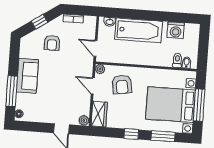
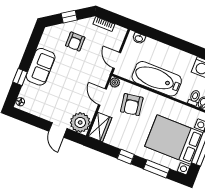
bathtub: (139, 30) -> (157, 79), moved, turned 180
window: (12, 91) -> (20, 77), width x0.46
plant: (84, 120) -> (80, 122), width x1.88, depth x1.88

